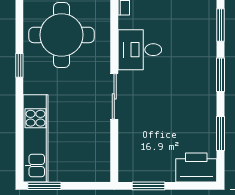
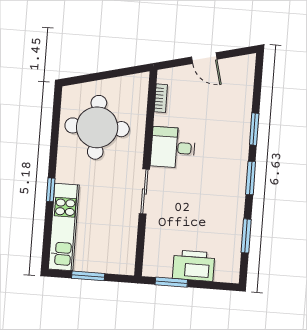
window: (19, 65) -> (51, 190), moved
printer: (196, 167) -> (194, 266), moved
window: (44, 186) -> (88, 276), moved

